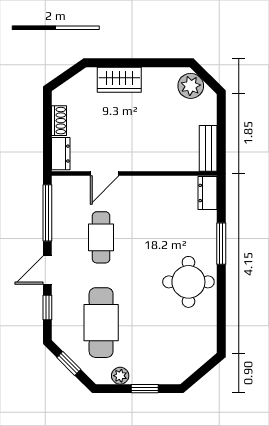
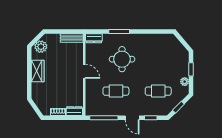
wardrobe: (119, 80) -> (38, 71), moved
door: (105, 173) -> (84, 71), moved
round table: (188, 282) -> (122, 59), moved
cafe table: (101, 323) -> (158, 91), width x0.73, depth x0.74

